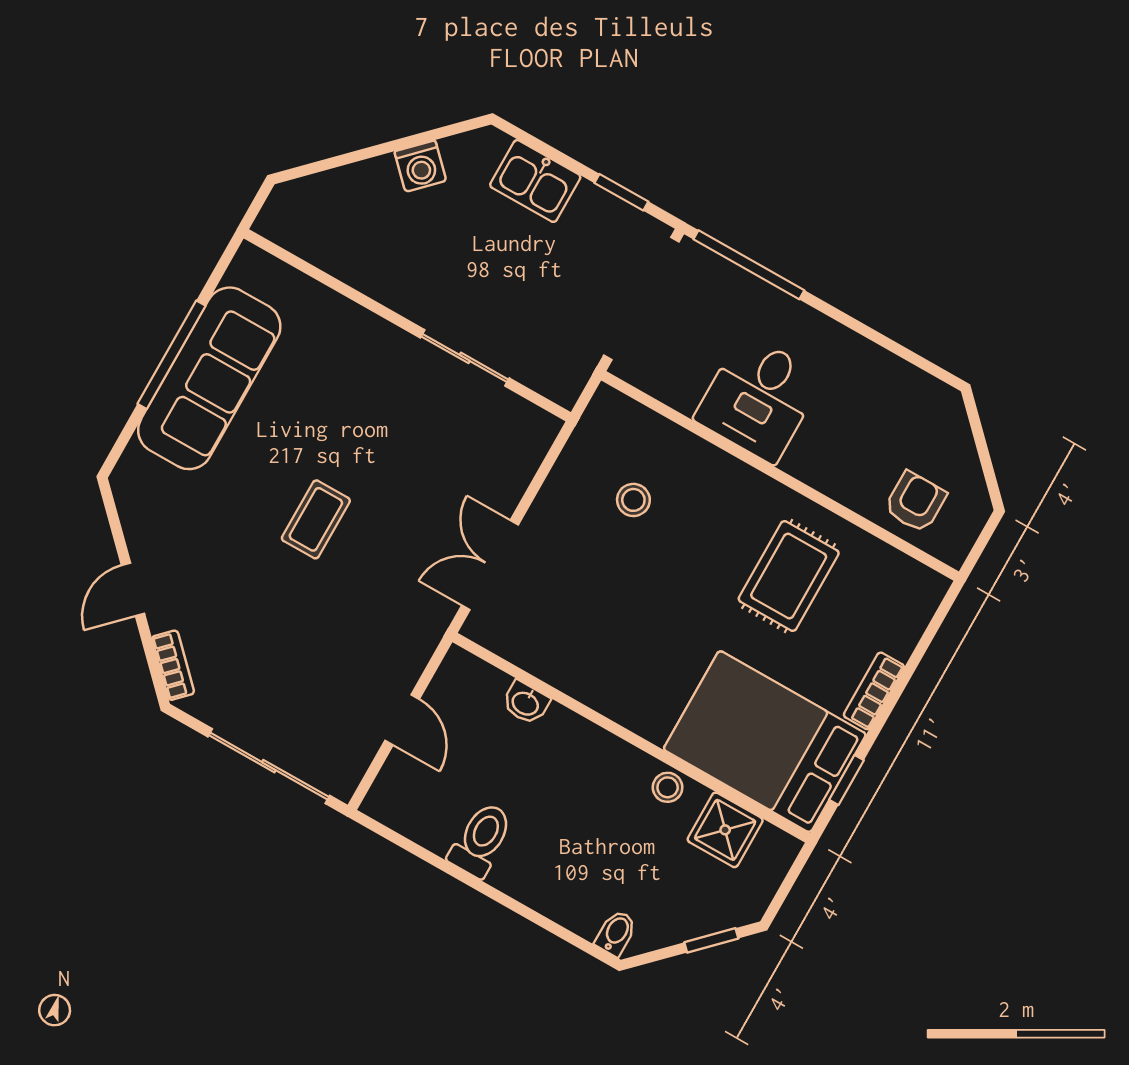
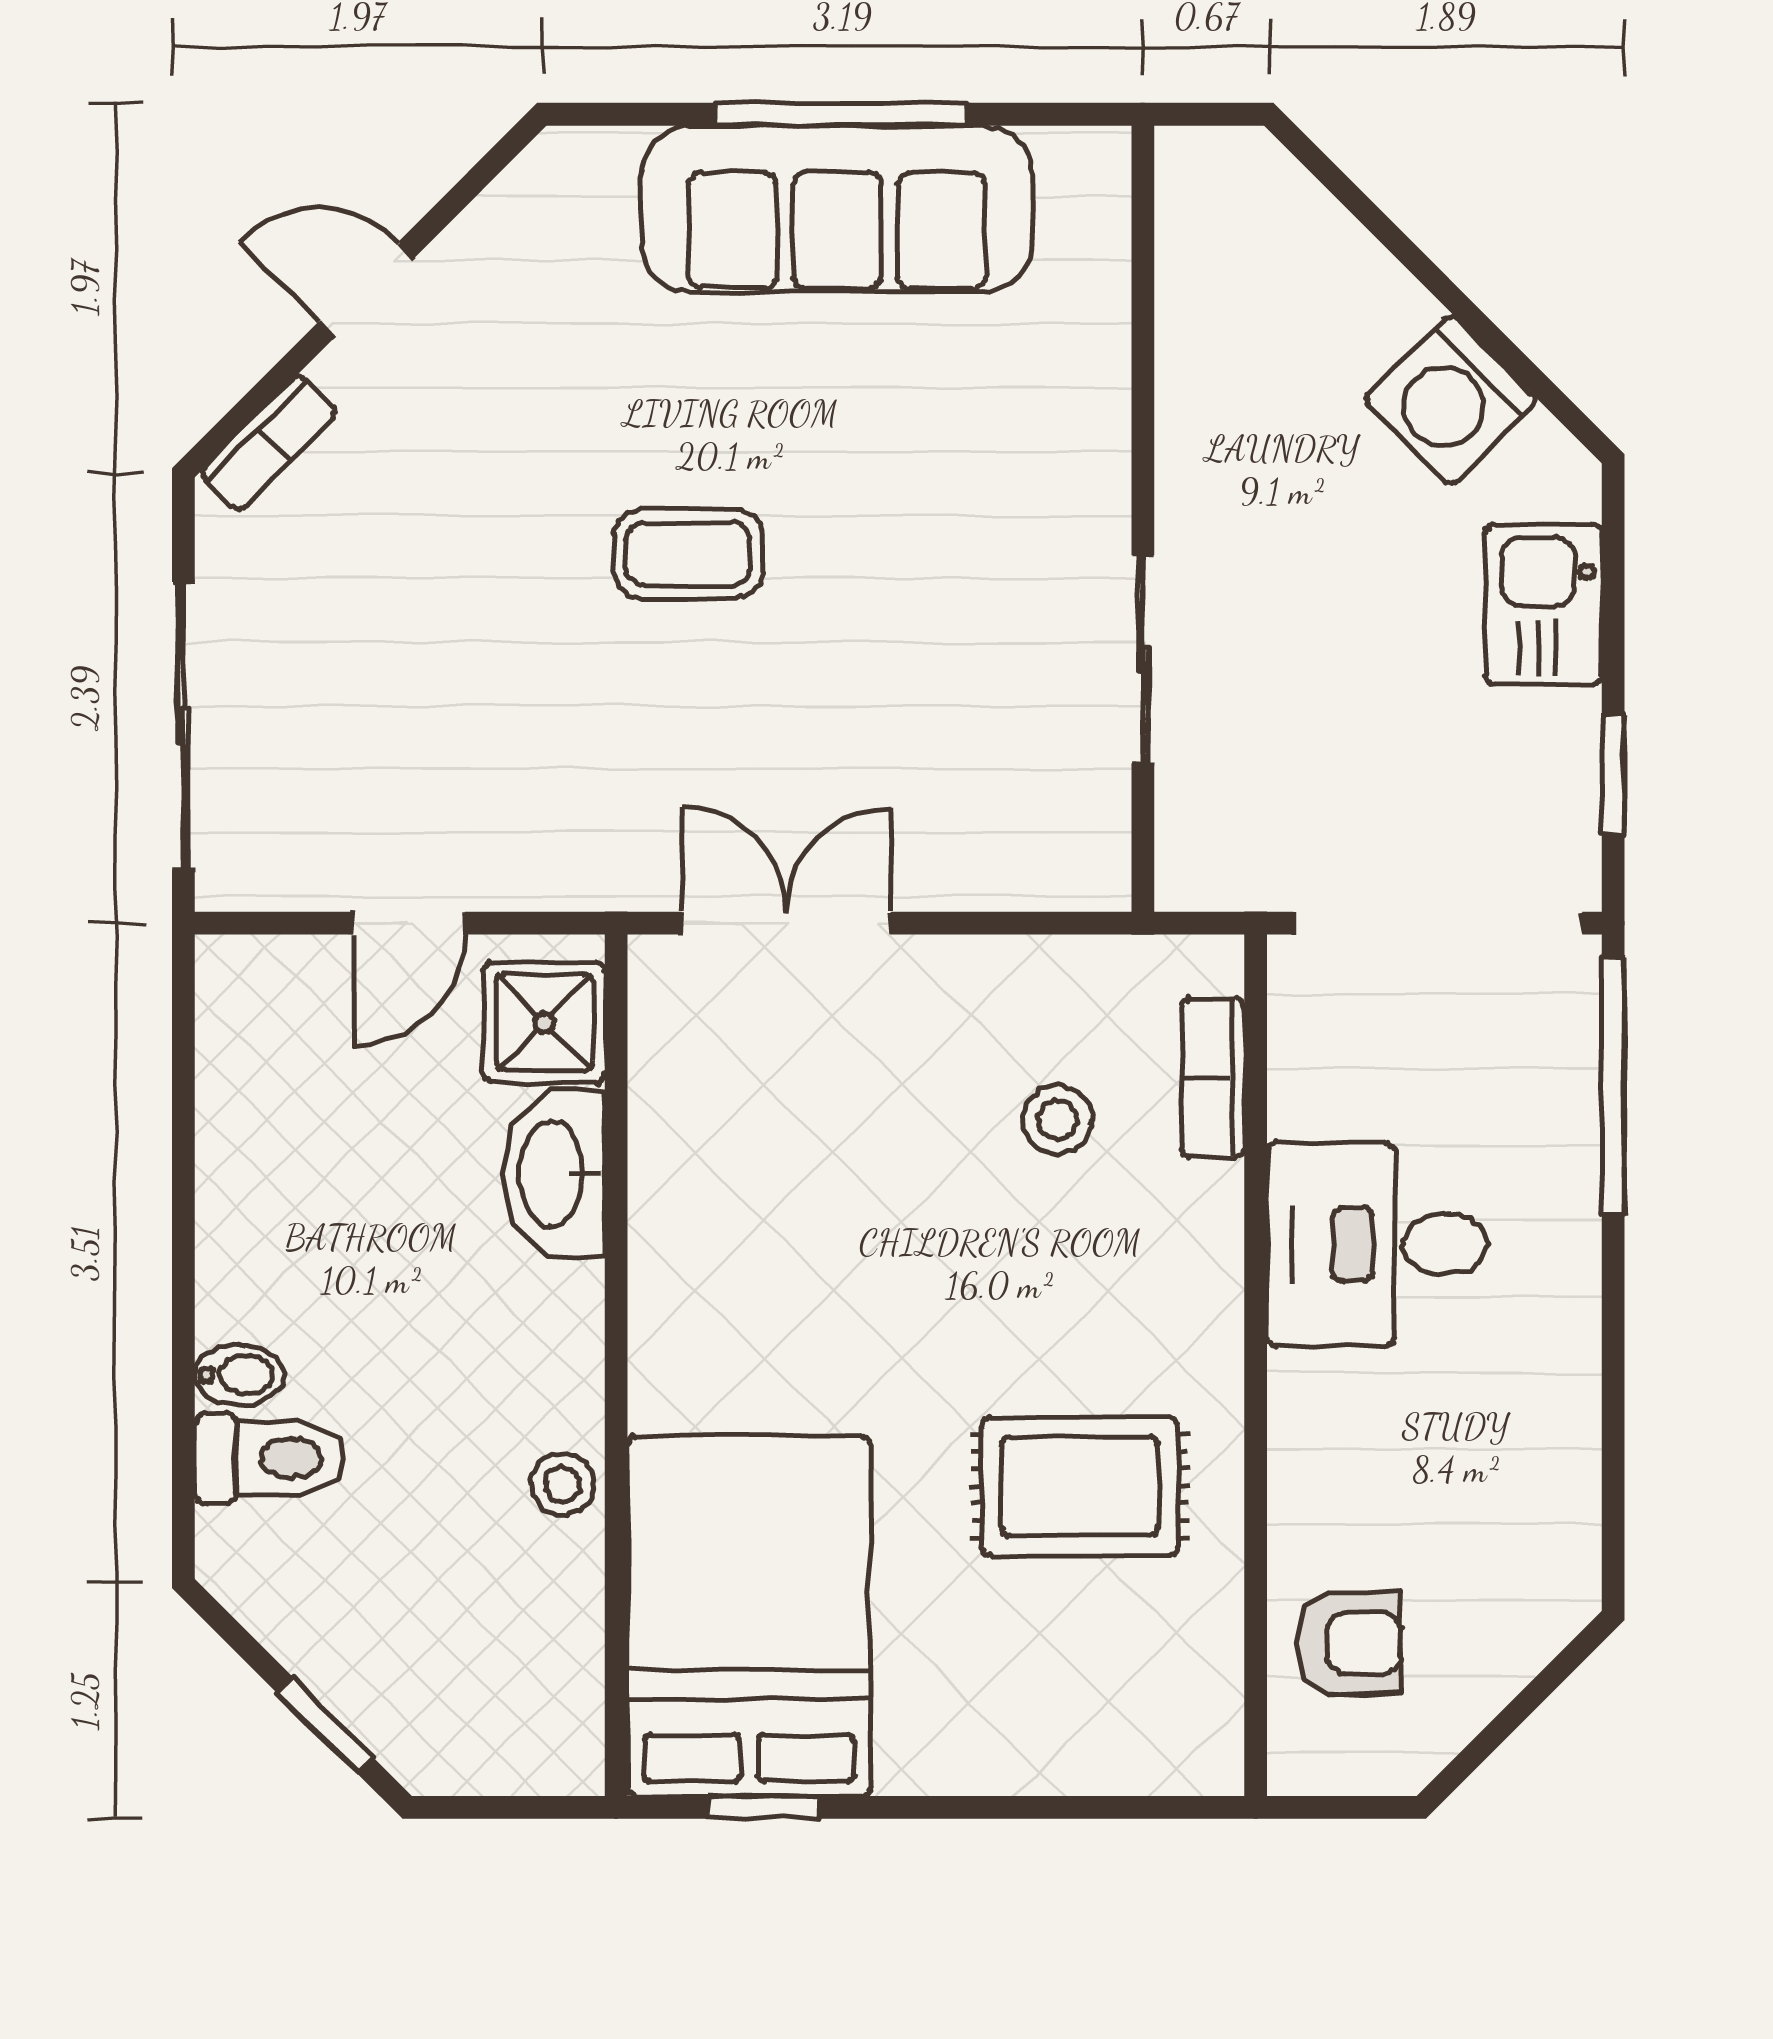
washing machine: (420, 166) -> (1451, 400), width x1.38, depth x1.38
bookcase: (874, 691) -> (1213, 1078), moved, turned -90
washbasin: (526, 703) -> (554, 1173), width x1.91, depth x1.45
shower: (725, 830) -> (544, 1022), moved
toilet: (481, 840) -> (270, 1458), moved
bidet: (616, 933) -> (239, 1375), moved

